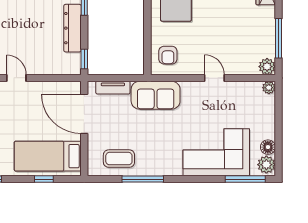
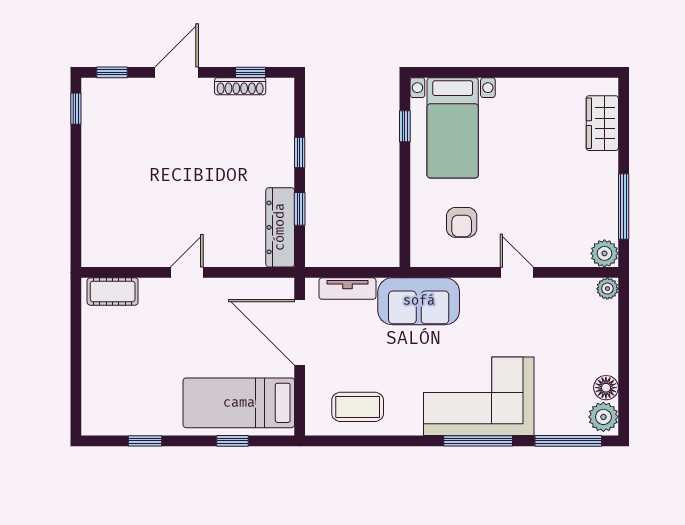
dresser: (72, 28) -> (280, 227), moved
armchair: (168, 55) -> (462, 222), moved
window: (84, 59) -> (300, 209), moved
door: (16, 78) -> (187, 272), hinge flipped
corner sofa: (216, 152) -> (479, 396), moved
window: (143, 179) -> (478, 441), moved

